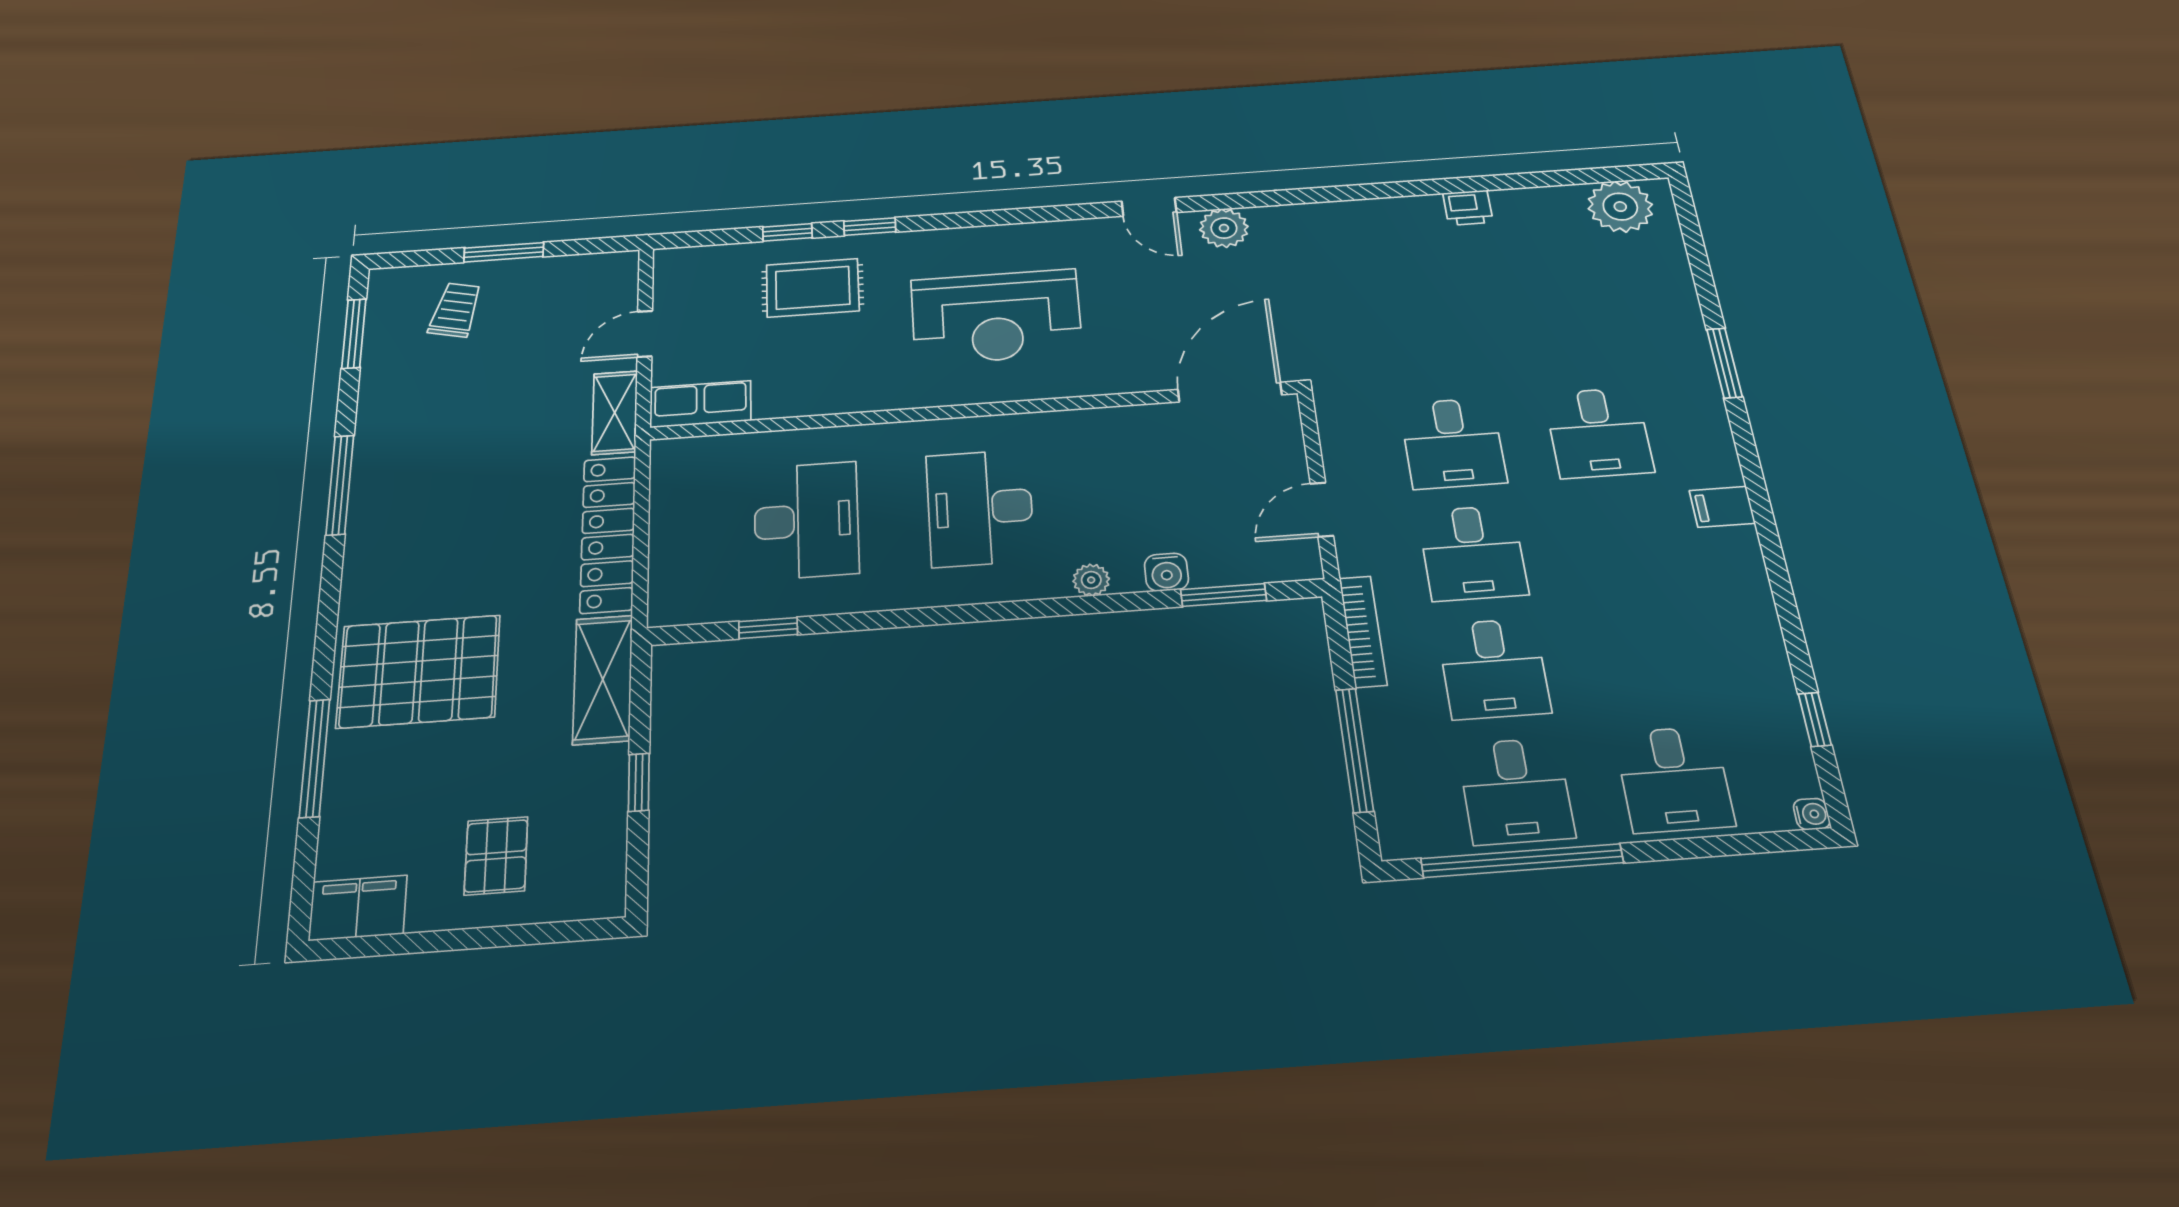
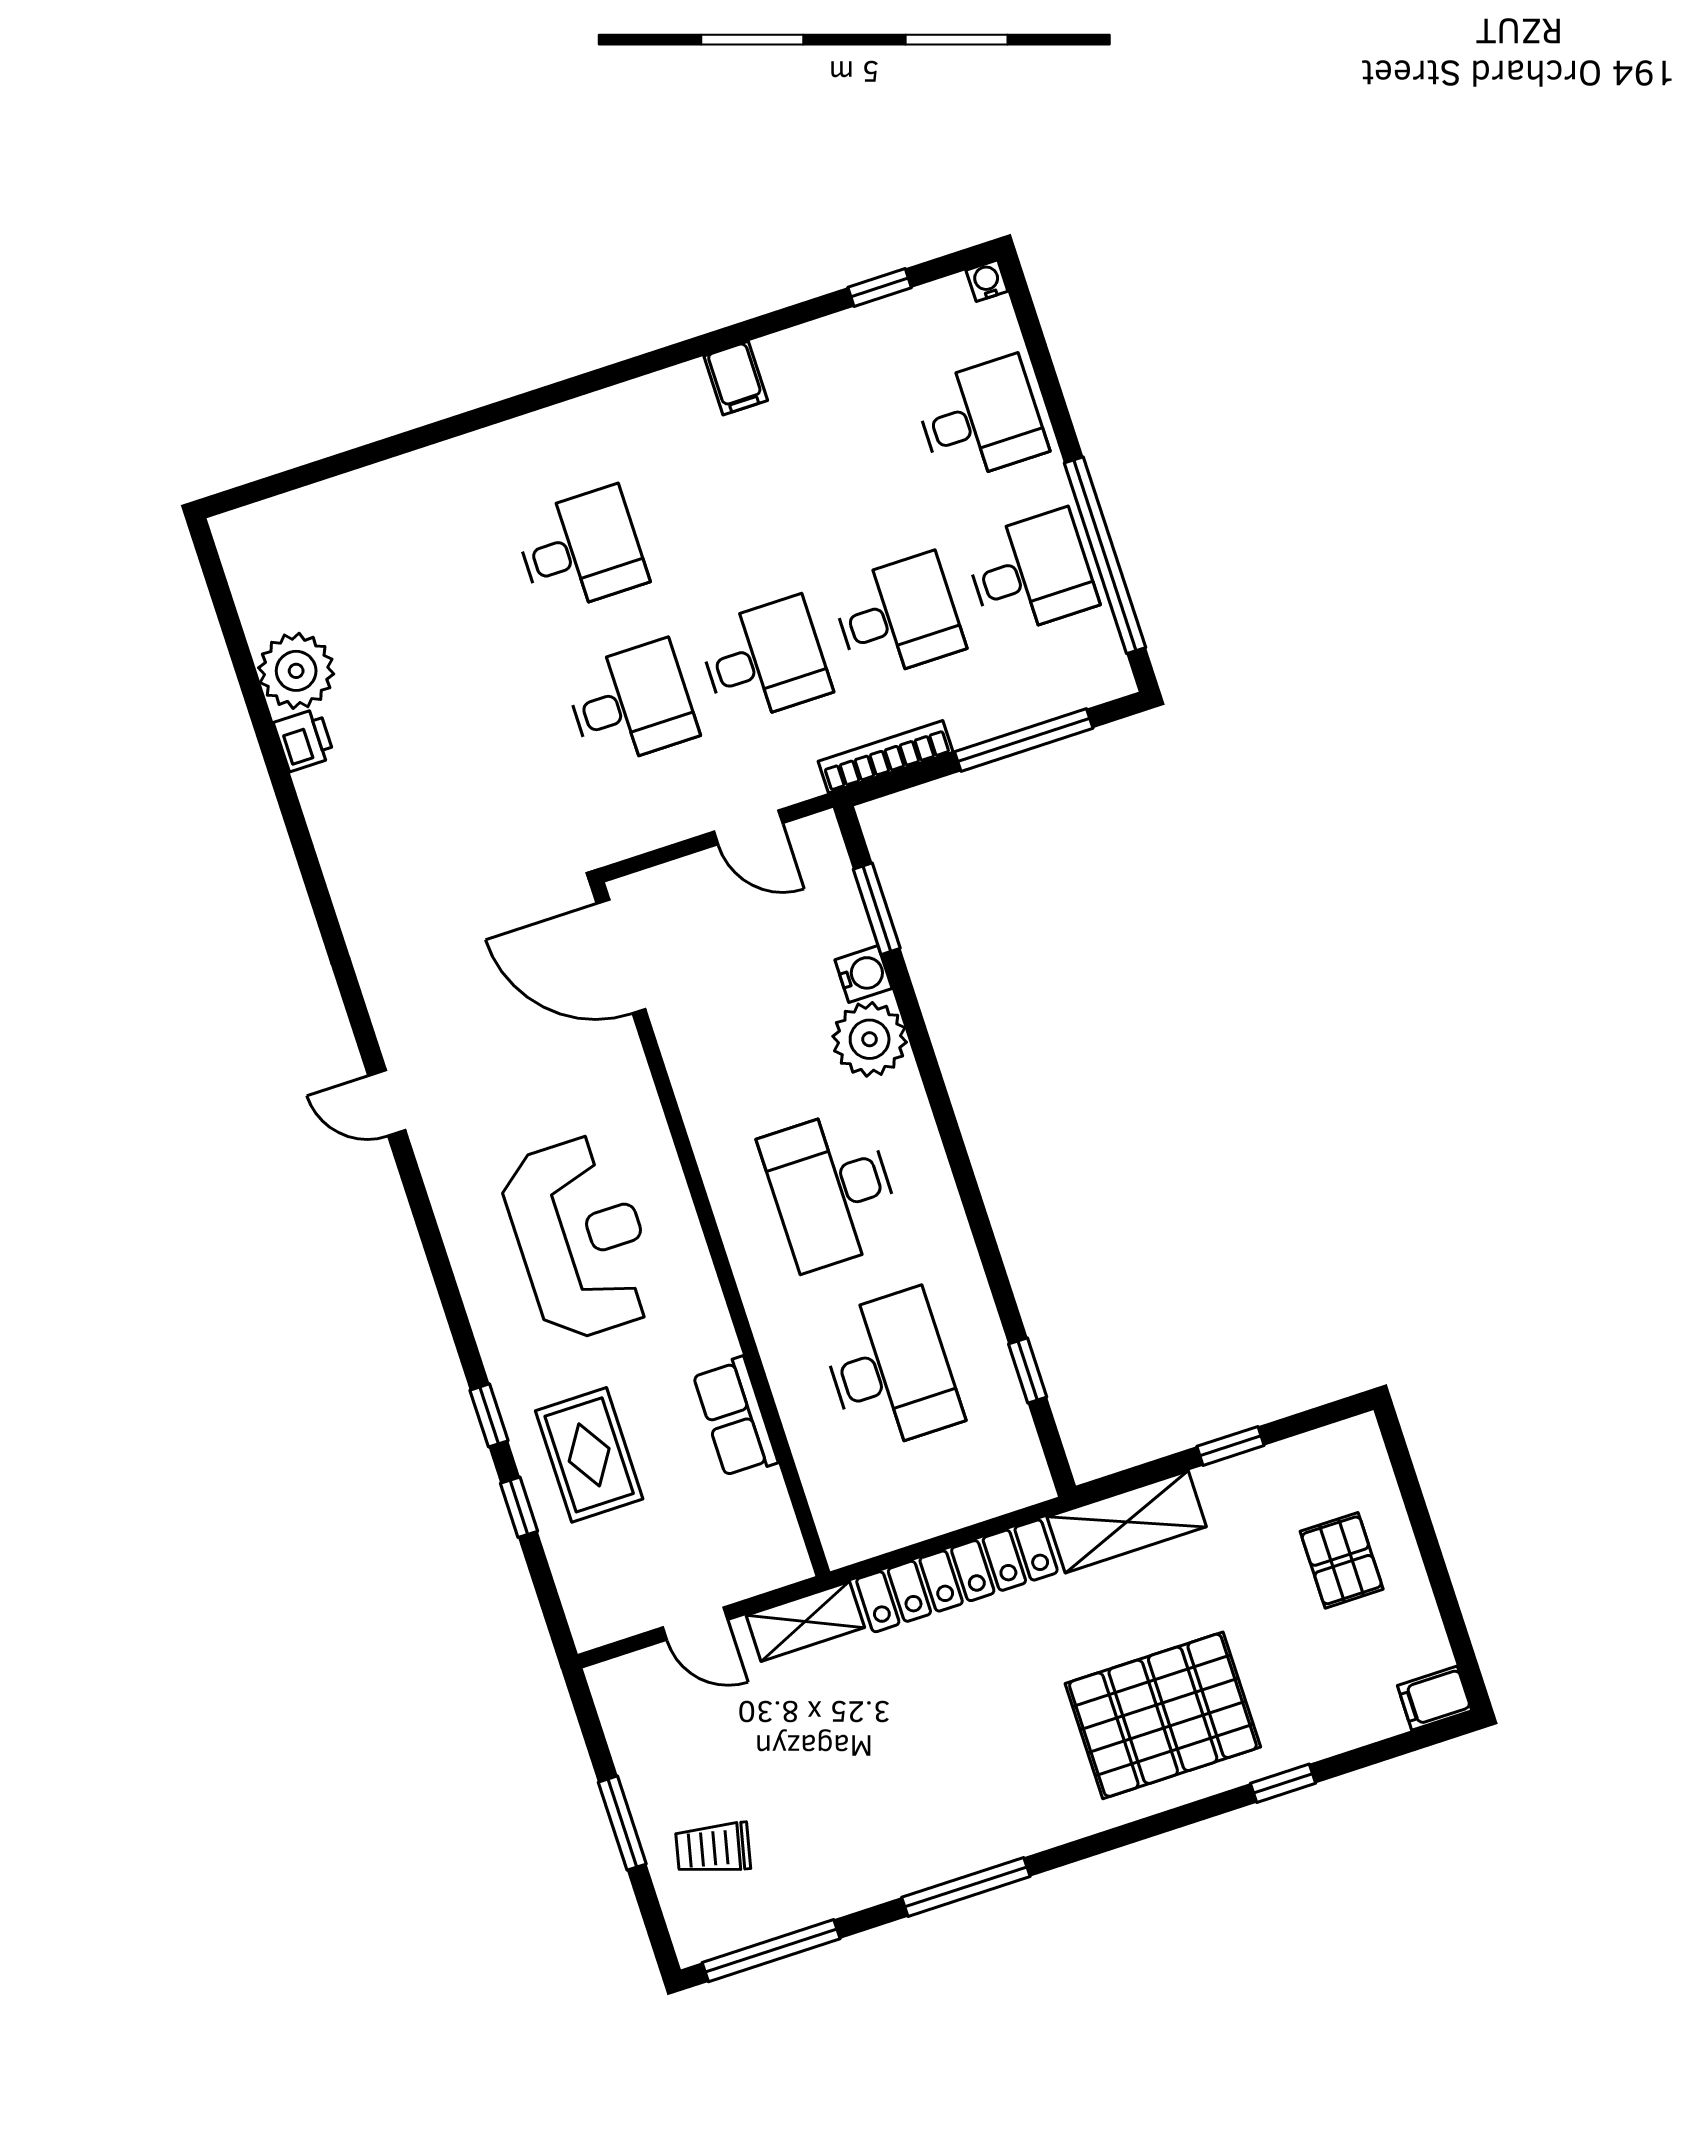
door: (1149, 207) -> (387, 1103), swing flipped
plant: (1620, 207) -> (296, 671), moved
plant: (1224, 228) -> (398, 1011), removed
window: (354, 334) -> (771, 1951), width x1.44
window: (1724, 363) -> (456, 426), removed
row of seats: (700, 404) -> (735, 1418), moved
filing cabinet: (1722, 507) -> (736, 378), moved
desk: (980, 508) -> (831, 1190), turned 90
desk: (806, 520) -> (891, 1370), turned 90
plant: (1091, 580) -> (870, 1039), width x1.88, depth x1.88
pallet: (419, 671) -> (1163, 1715), turned 90
window: (315, 758) -> (1283, 1783), width x0.46
pallet: (496, 856) -> (1342, 1560), turned 90
filing cabinet: (358, 908) -> (1435, 1698), width x0.50

